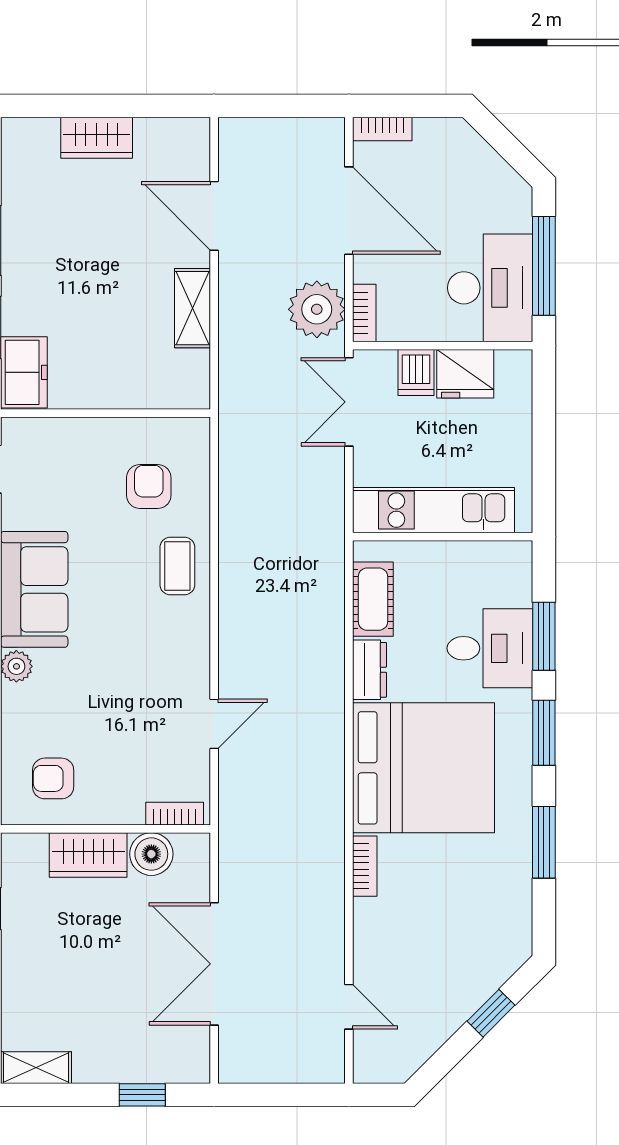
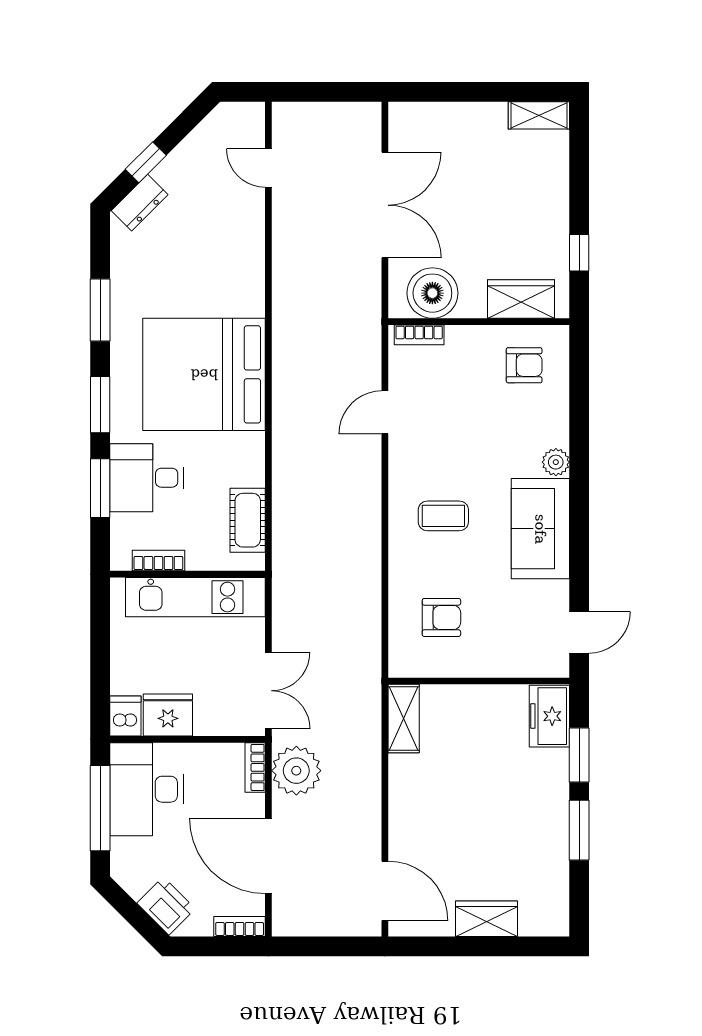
printer: (467, 153) -> (166, 906), added
door: (214, 216) -> (385, 891), moved
shelving: (193, 308) -> (404, 719), moved
dishwasher: (416, 372) -> (125, 716), moved
armchair: (149, 487) -> (441, 617), turned -90
coffee table: (177, 566) -> (443, 516), moved, turned 90
dresser: (370, 670) -> (140, 203), moved, turned -135
boiler: (151, 854) -> (432, 293), width x1.37, depth x1.37
wardrobe: (88, 855) -> (521, 299), moved
bookcase: (365, 866) -> (158, 560), moved, turned 90
window: (142, 1095) -> (447, 92), removed

